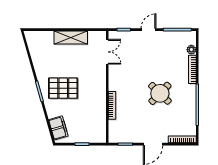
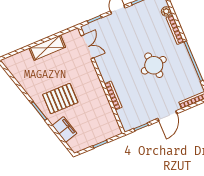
round table: (160, 93) -> (154, 65), turned 37
filing cabinet: (58, 128) -> (65, 129), moved

